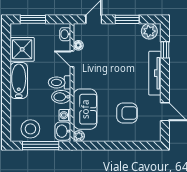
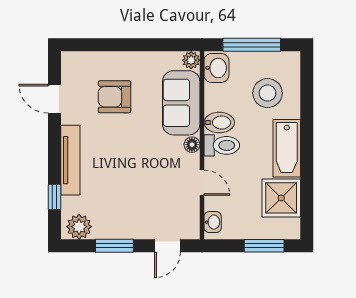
floor lamp: (78, 45) -> (192, 145), moved
washing machine: (65, 115) -> (213, 93), removed
stool: (30, 129) -> (268, 93), moved

